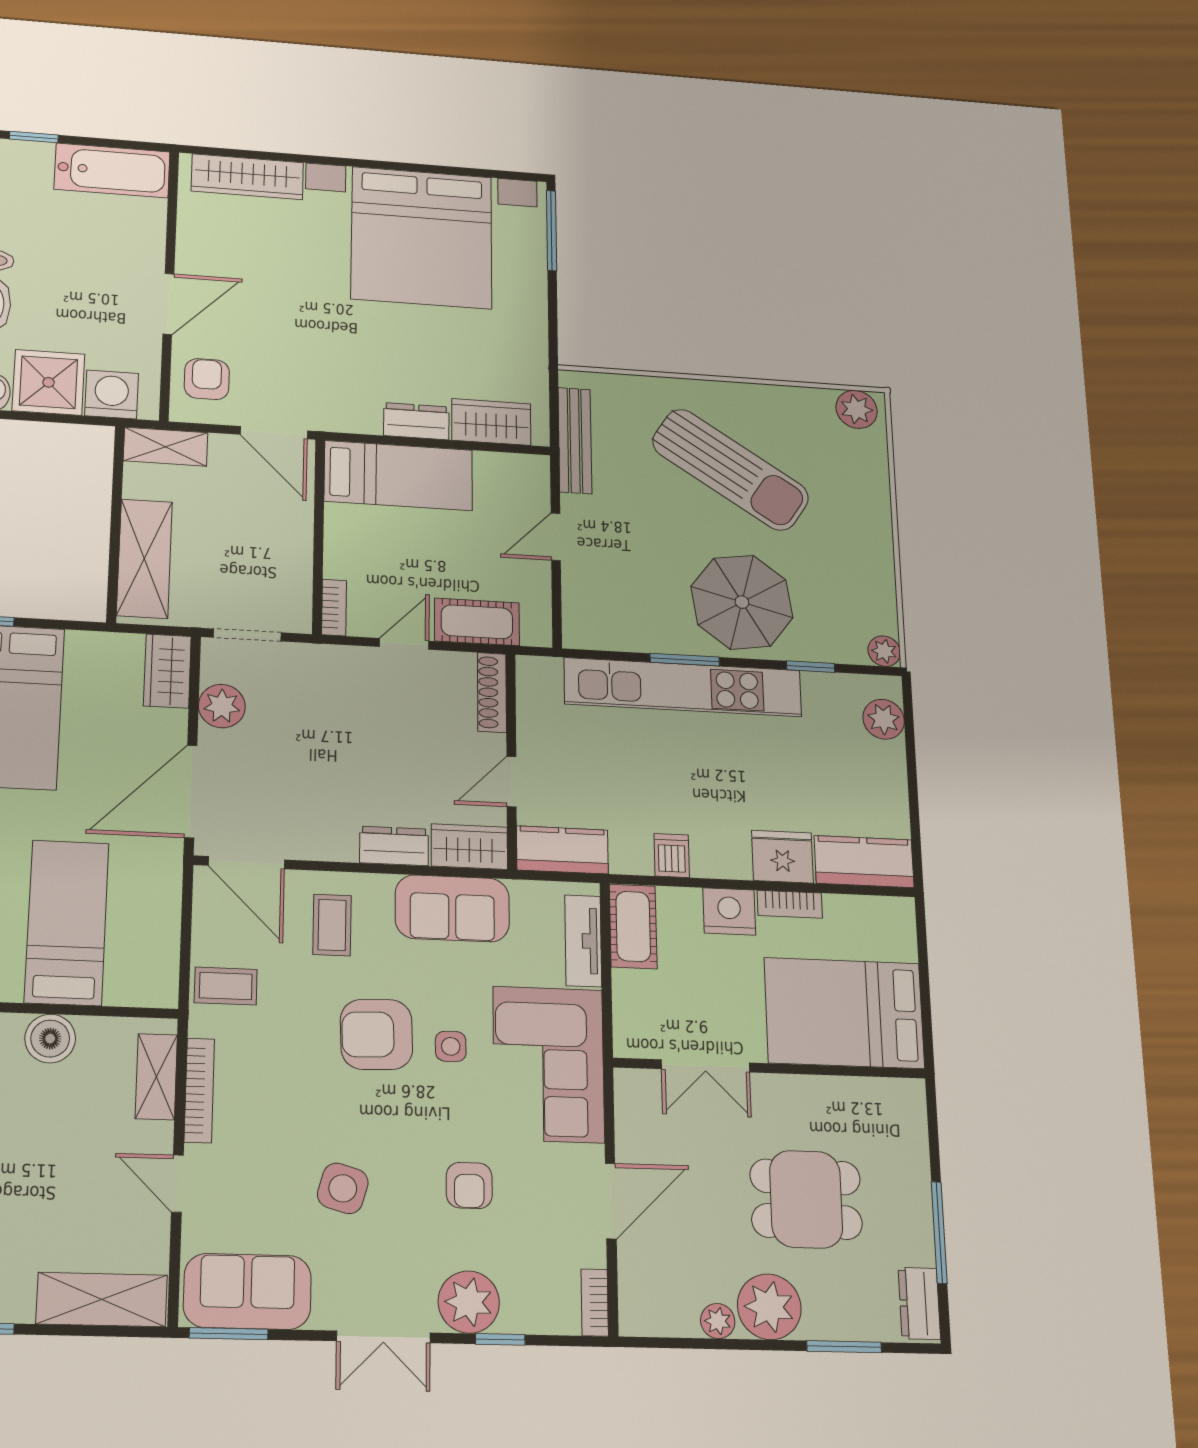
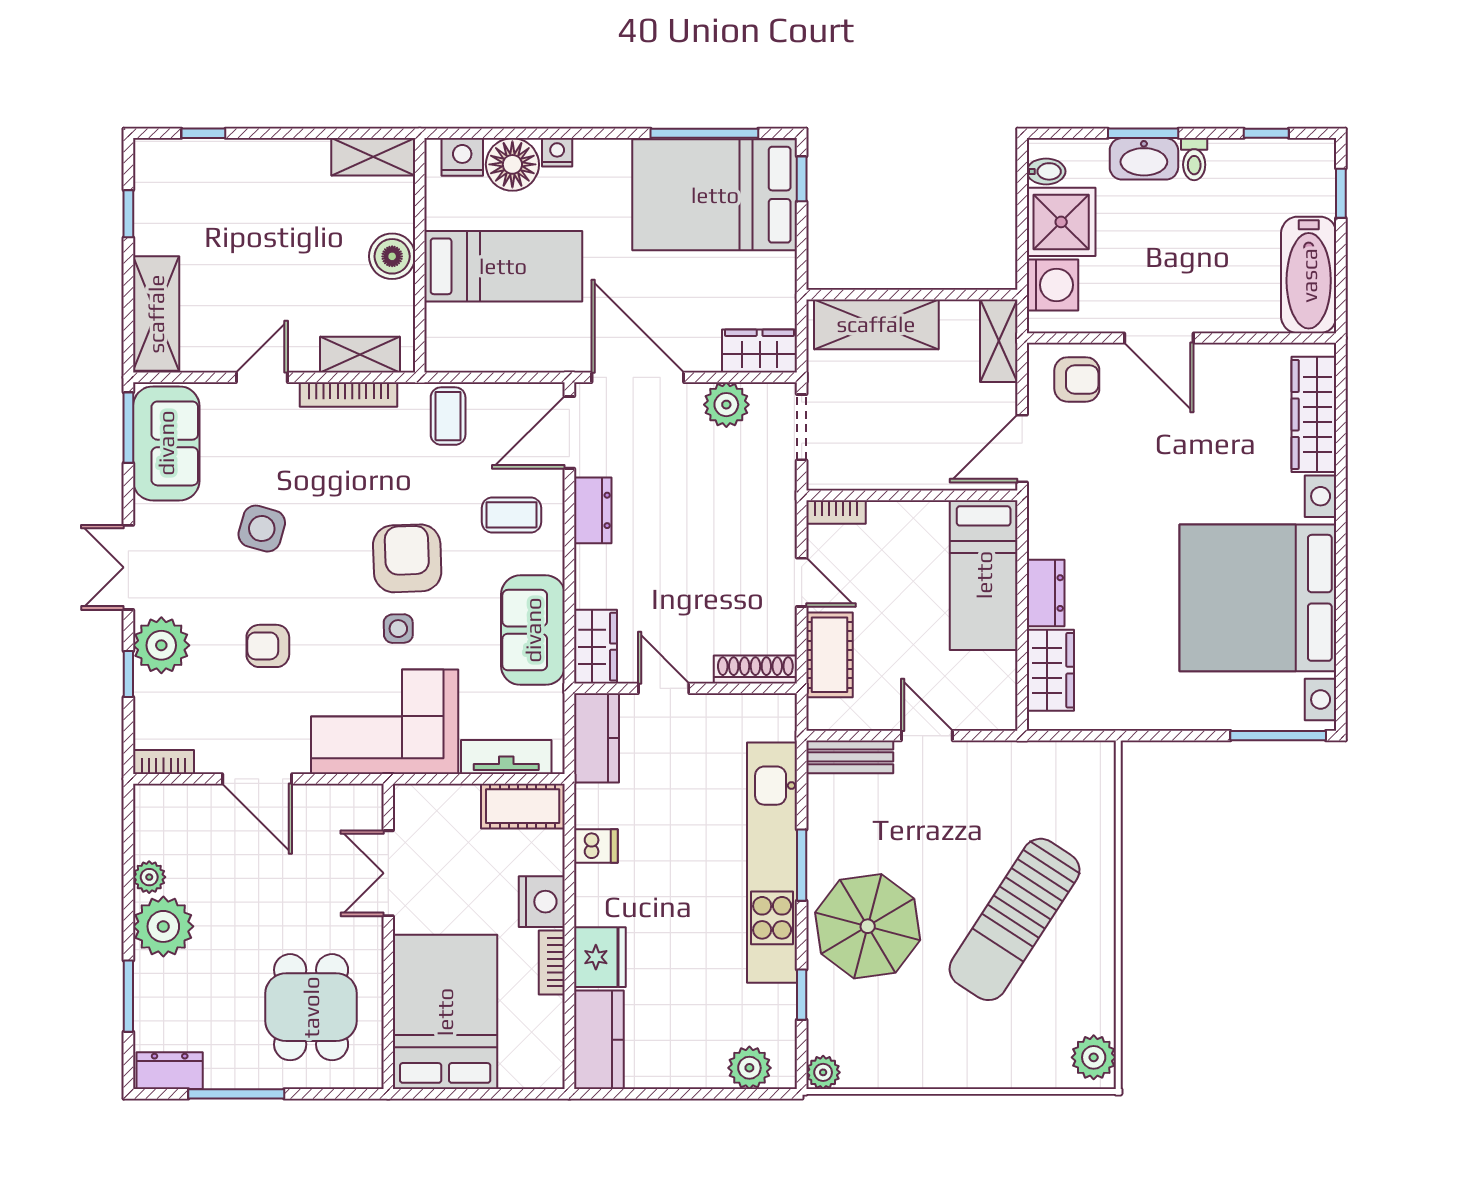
bench: (575, 440) -> (850, 757), moved, width x0.73
dresser: (394, 846) -> (593, 510), moved
dining table: (806, 1199) -> (311, 1007), moved

